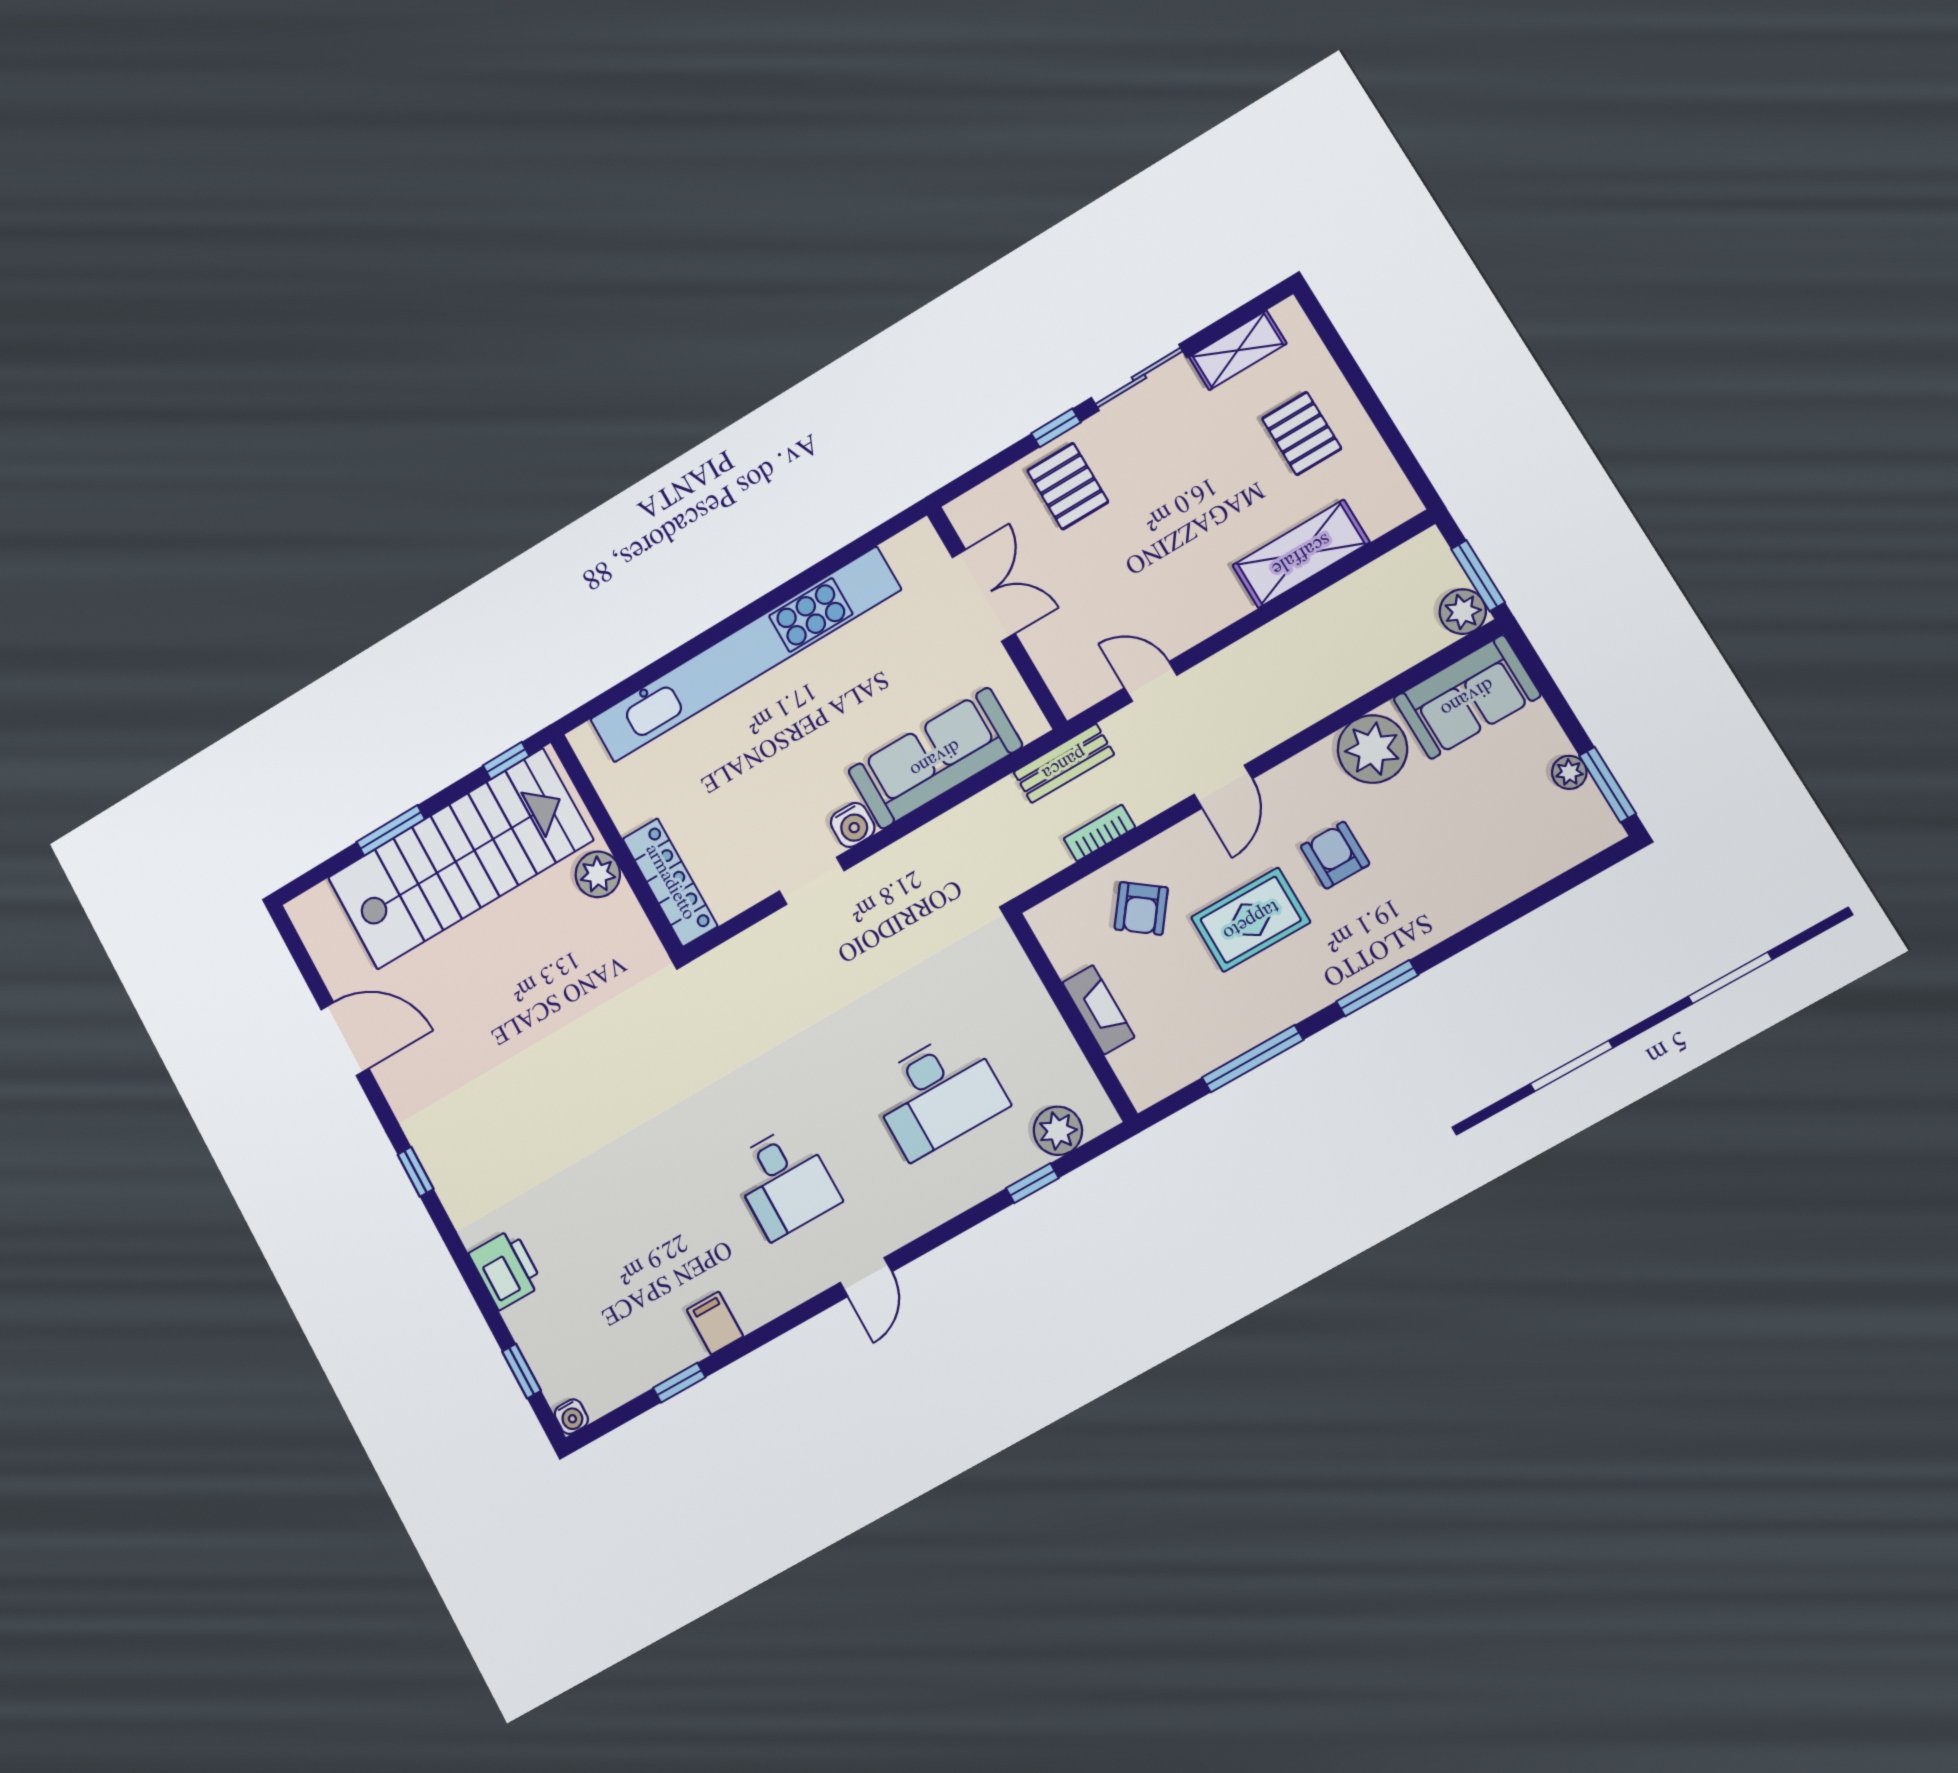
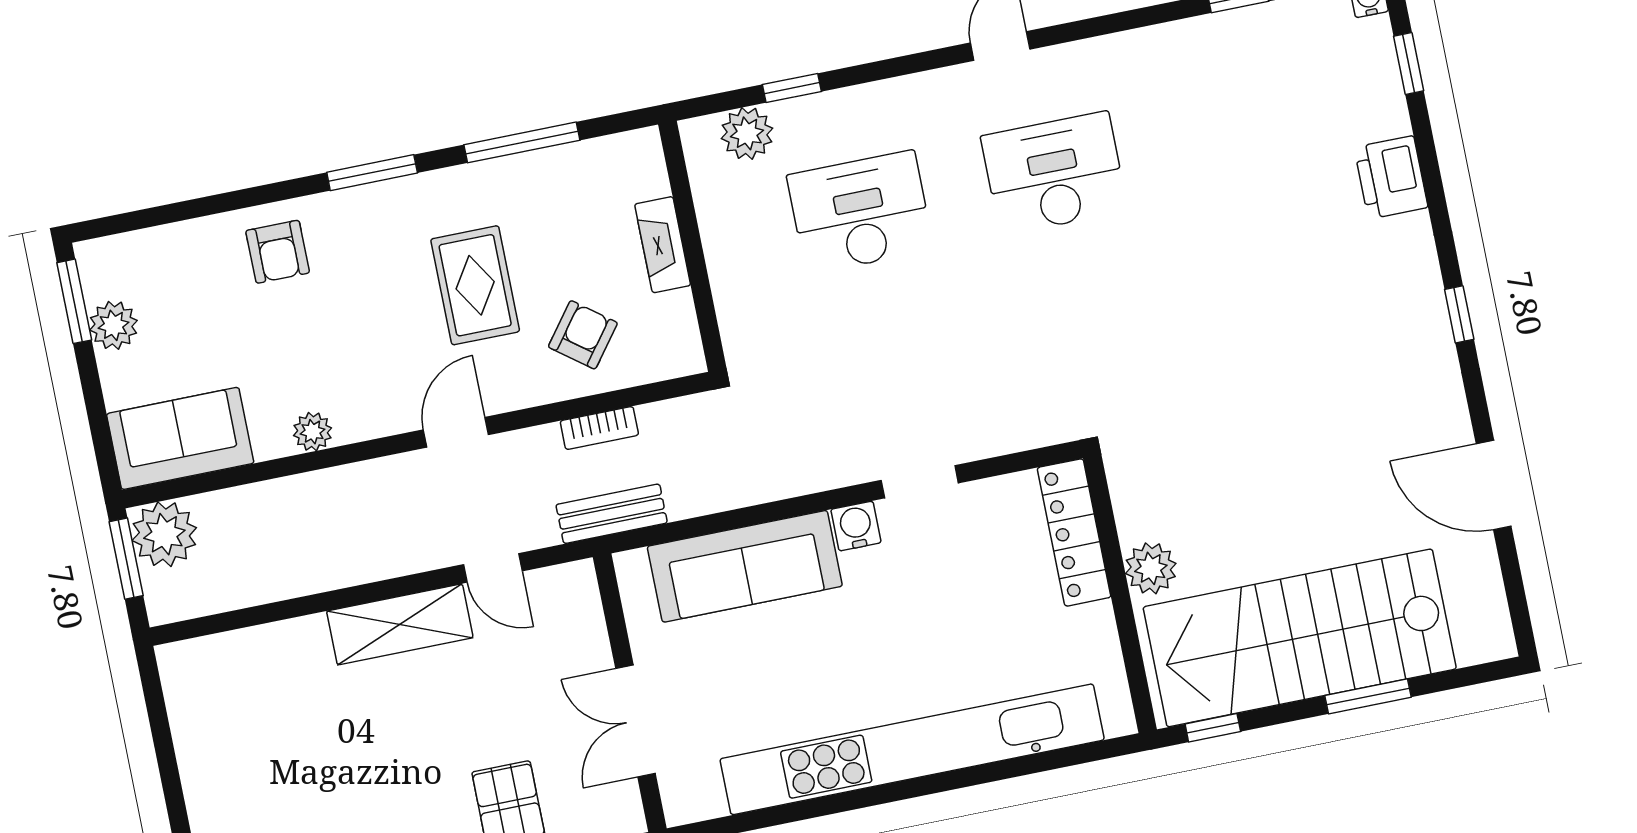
pallet: (1302, 434) -> (250, 771), removed
shelving: (1301, 554) -> (400, 624), moved
plant: (1463, 612) -> (164, 534), width x1.36, depth x1.36
plant: (1373, 749) -> (312, 432), width x0.53, depth x0.53
plant: (1569, 772) -> (113, 325), width x1.38, depth x1.38
armchair: (1335, 855) -> (278, 252), moved
rug: (1251, 920) -> (475, 285), turned 90
desk: (785, 1182) -> (1054, 173), width x1.37
filing cabinet: (715, 1323) -> (1179, 49), removed

